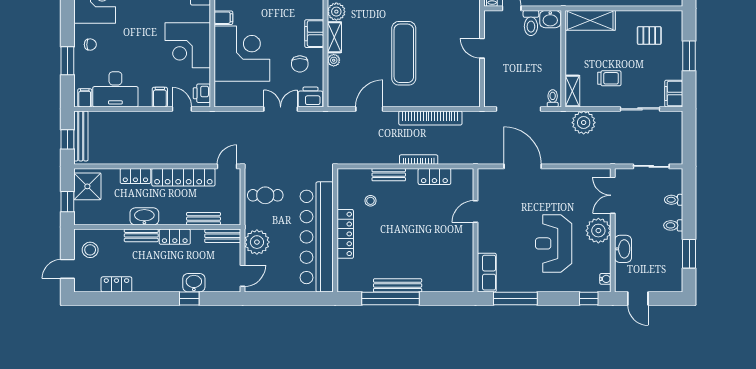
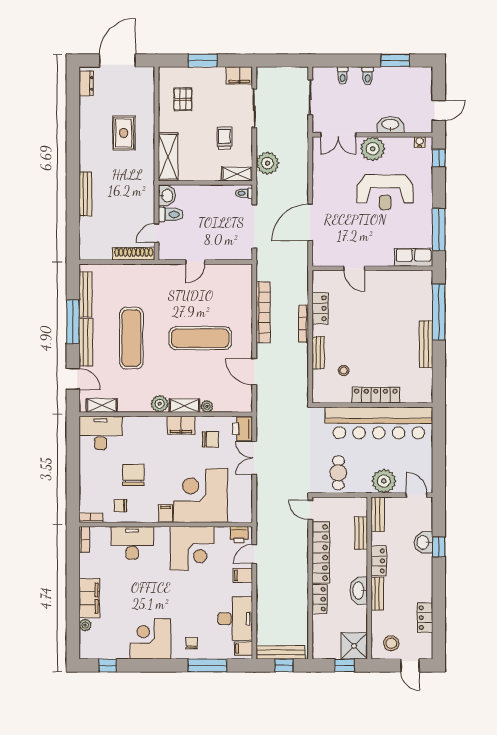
window: (67, 61) -> (207, 665), width x1.44
shower: (87, 186) -> (354, 646), moved
window: (391, 298) -> (439, 312), moved

